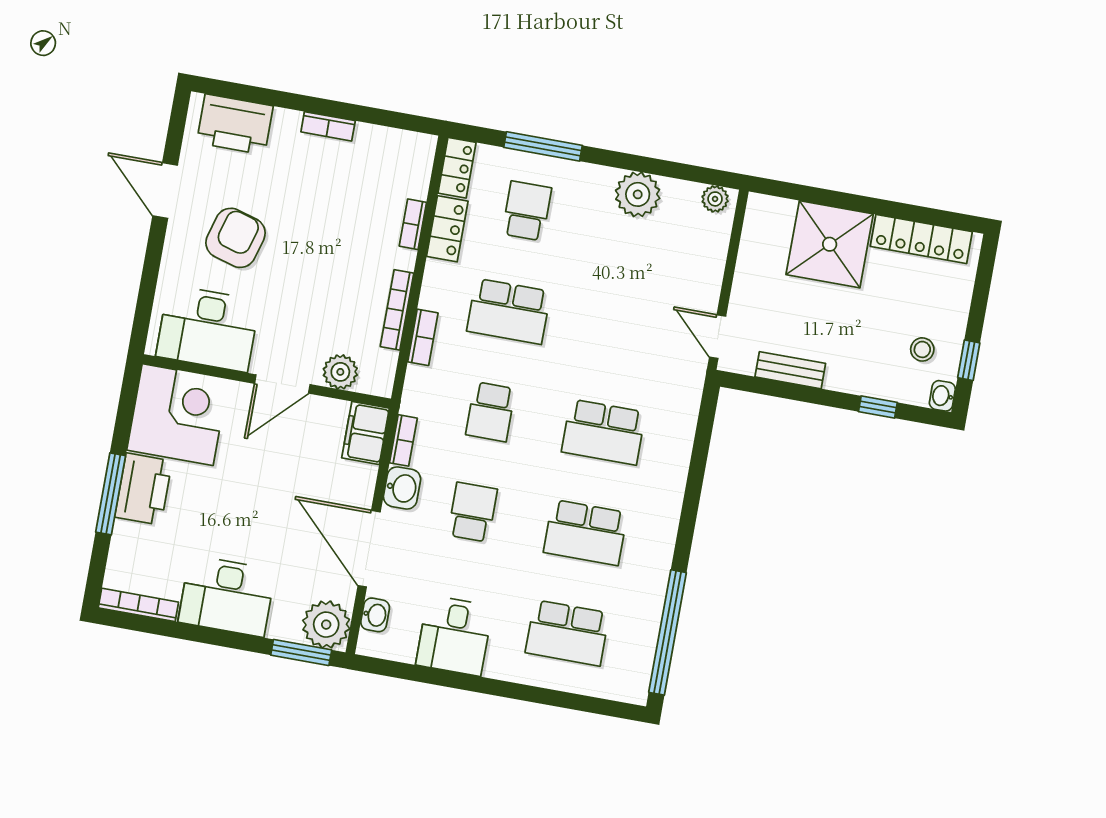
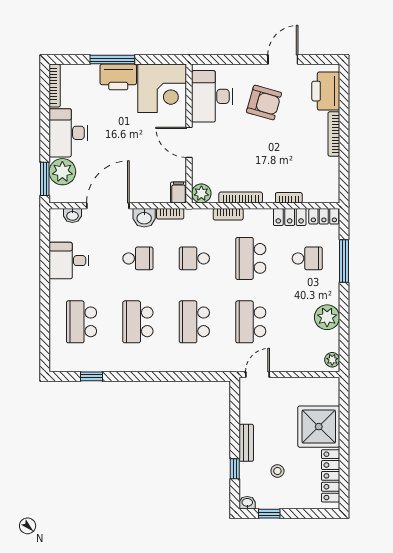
bookcase: (328, 126) -> (334, 134), width x1.56
school desk: (622, 332) -> (251, 322), added
stool: (922, 349) -> (277, 471), moved
bench: (790, 370) -> (246, 443), moved
plant: (340, 372) -> (201, 193), moved
filing cabinet: (366, 433) -> (178, 192), width x0.50
plant: (326, 625) -> (62, 172), moved
window: (668, 632) -> (92, 376), width x0.32

